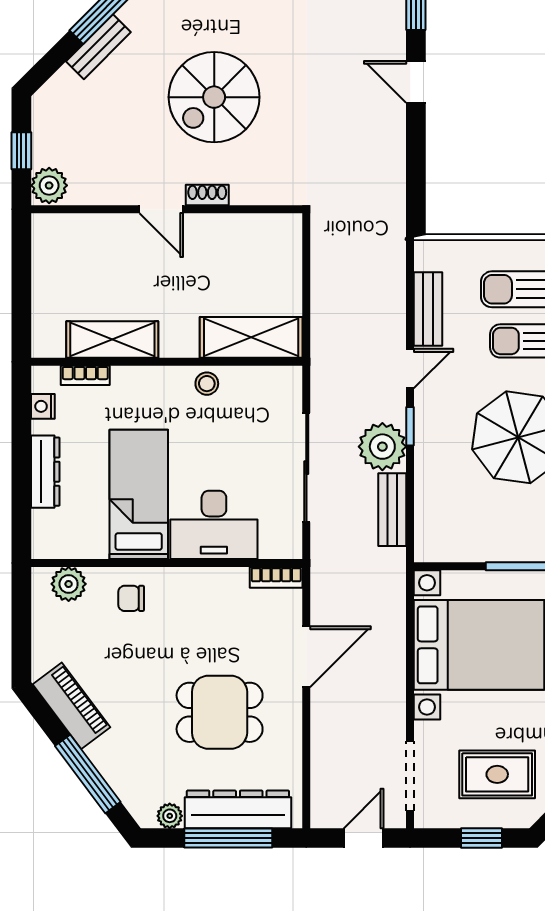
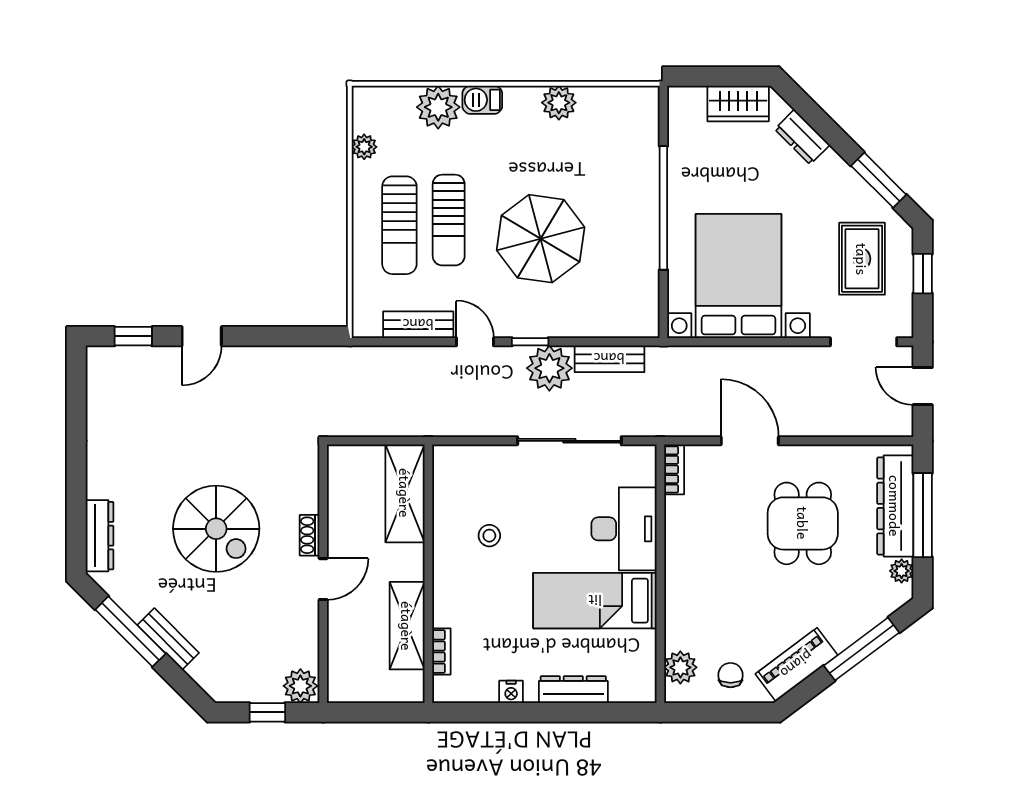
shelving: (251, 337) -> (405, 493), moved
shelving: (112, 340) -> (407, 626), moved
wall: (167, 362) -> (428, 574), moved
bookcase: (85, 375) -> (441, 652), moved
chair: (131, 598) -> (731, 675), moved, turned 180

